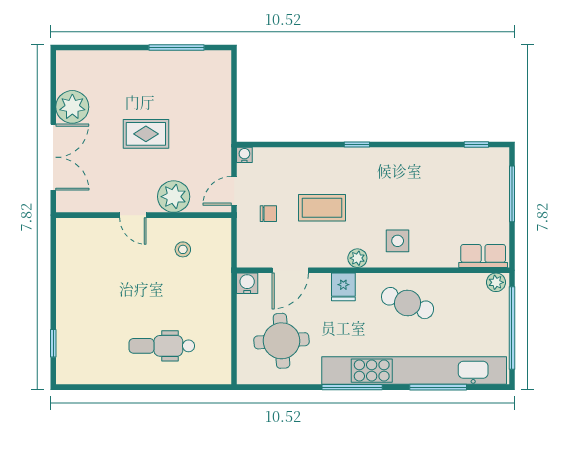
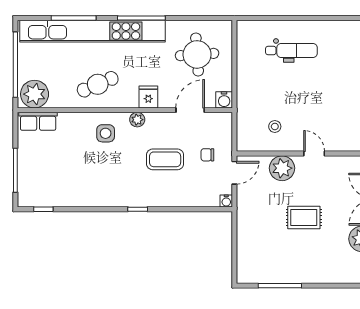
plant: (496, 282) -> (35, 94), width x1.88, depth x1.88
cafe table: (408, 303) -> (98, 84), turned -44

